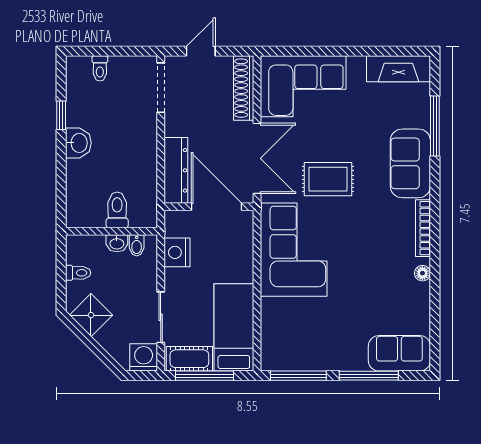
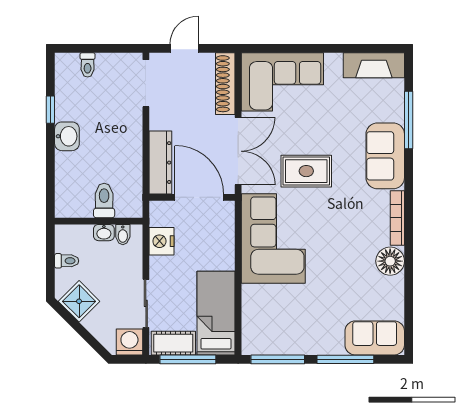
floor lamp: (422, 273) -> (390, 261), width x1.89, depth x1.89

